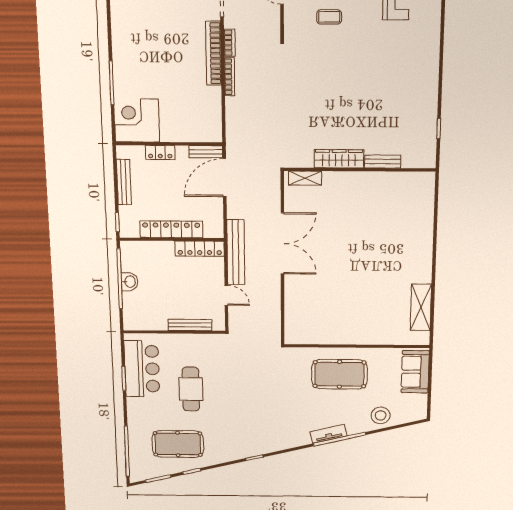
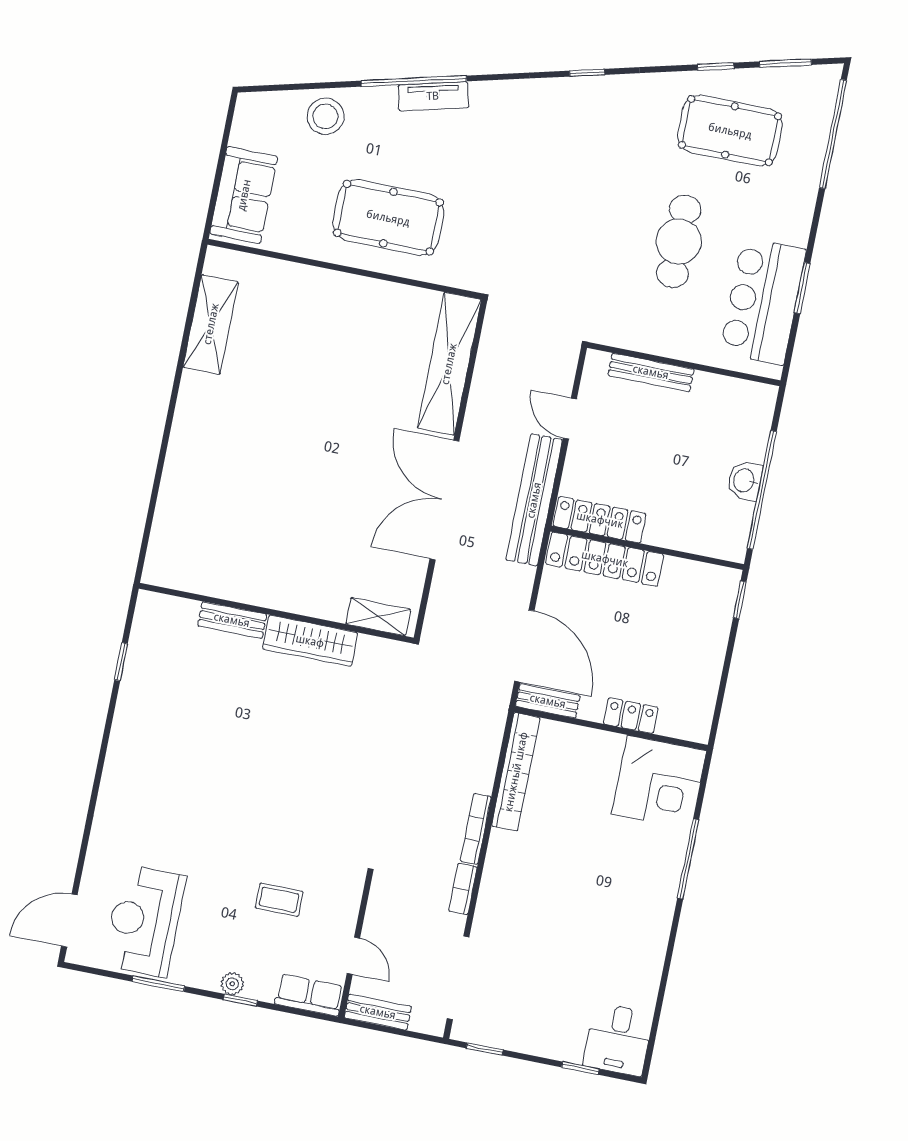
bookcase: (214, 53) -> (516, 772), moved
door: (224, 178) -> (524, 646), hinge flipped
bench: (124, 182) -> (710, 674), removed
locker: (171, 229) -> (605, 559), moved
shelving: (294, 311) -> (449, 364), added

